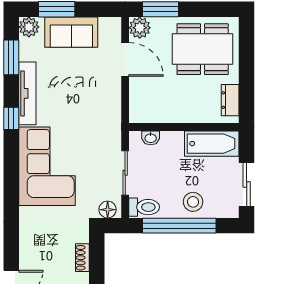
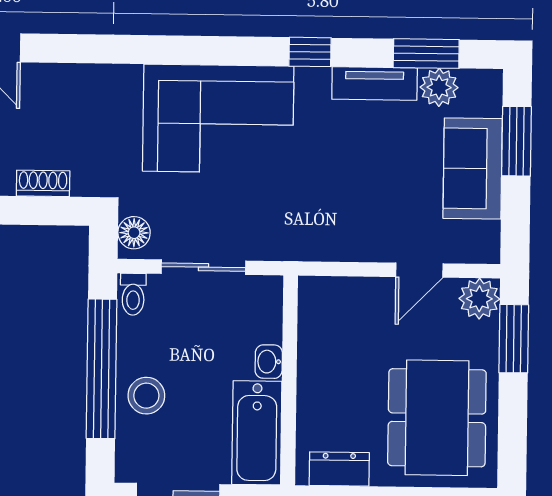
plant: (29, 27) -> (439, 87), moved
door: (125, 59) -> (419, 270), width x0.73
tv unit: (27, 93) -> (375, 83), width x0.71
washbasin: (151, 138) -> (269, 362), moved
toilet: (144, 207) -> (133, 294), width x0.73, depth x0.72

